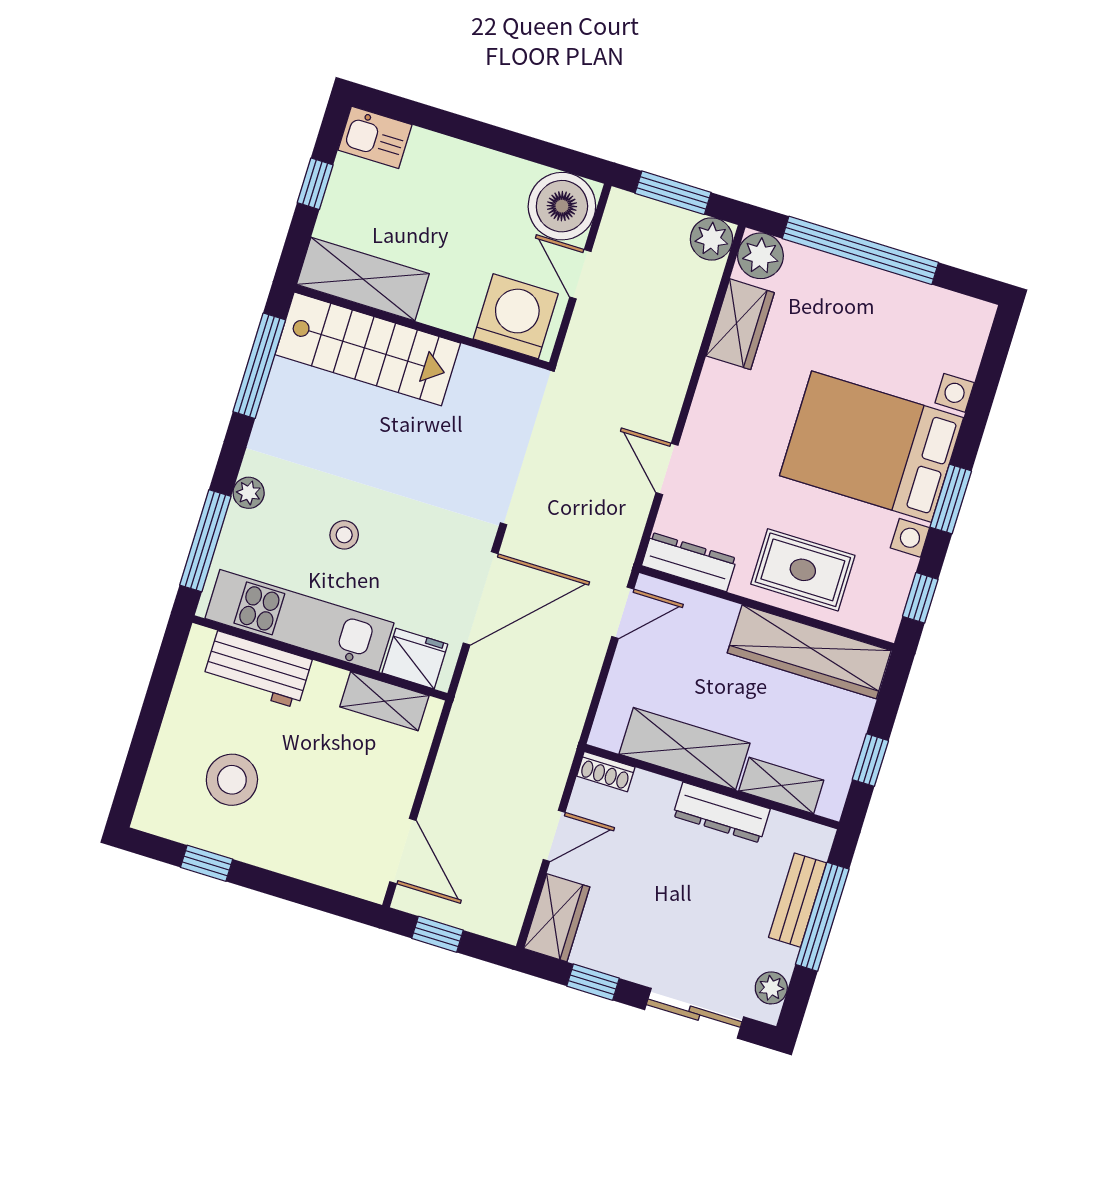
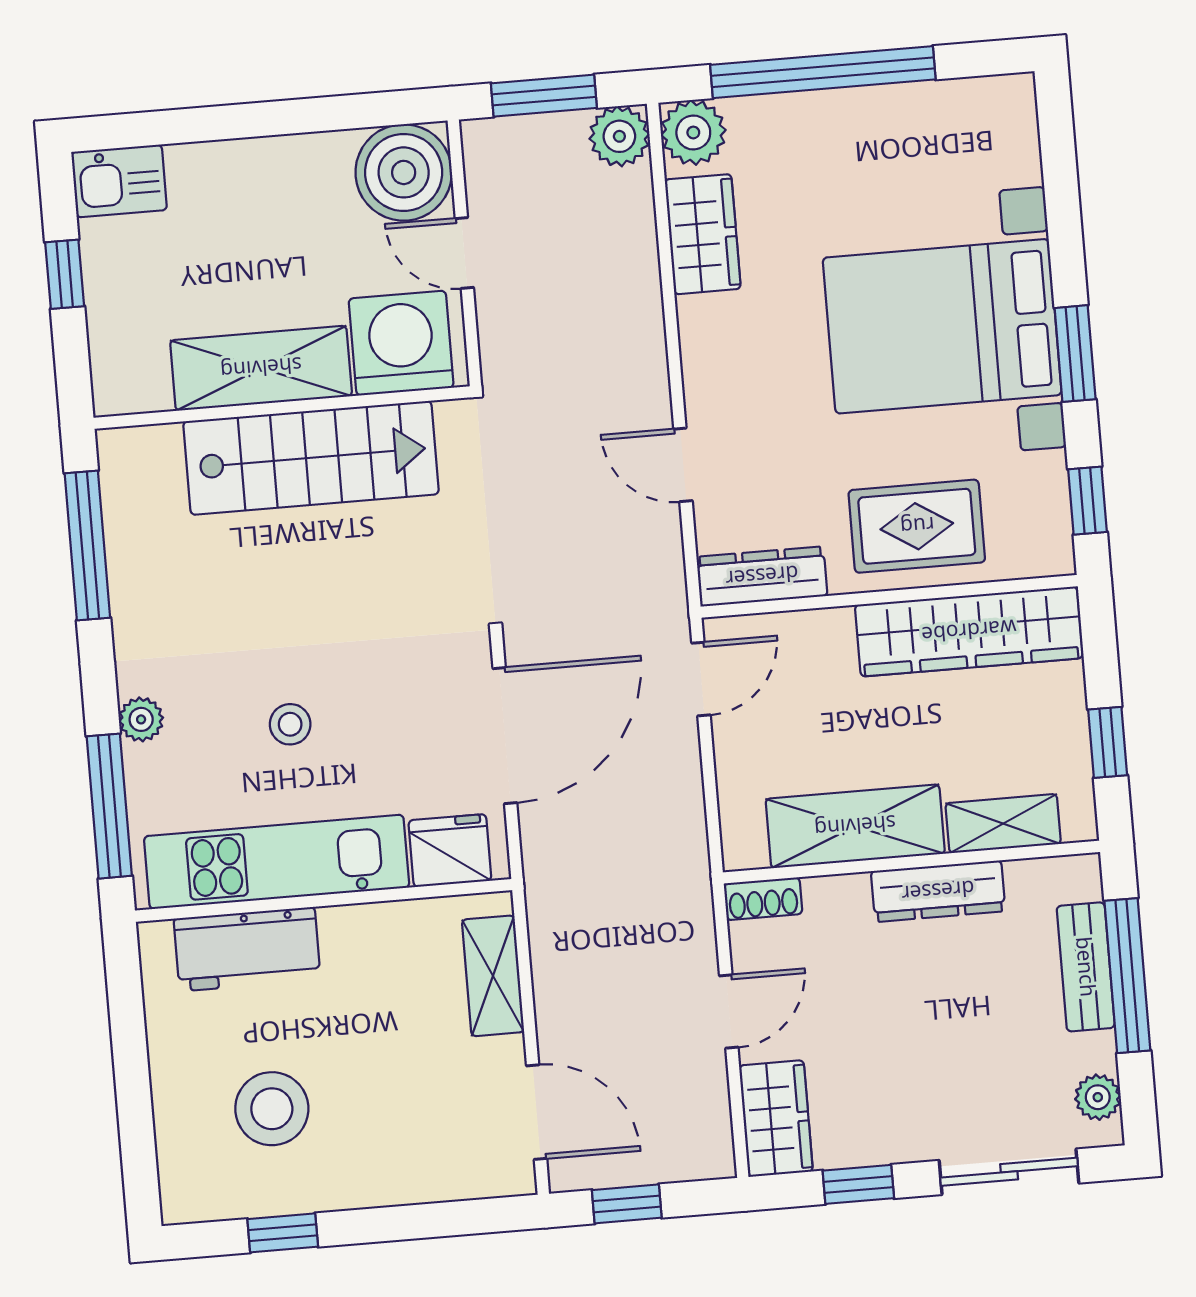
shelving: (363, 279) -> (261, 368), moved
stairs: (368, 349) -> (311, 458), moved
shelving: (384, 701) -> (493, 976), moved, turned 90

